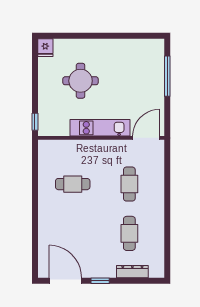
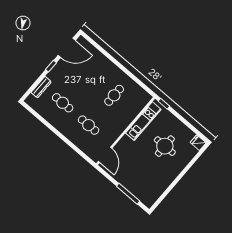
kitchen unit: (100, 128) -> (143, 121), moved

